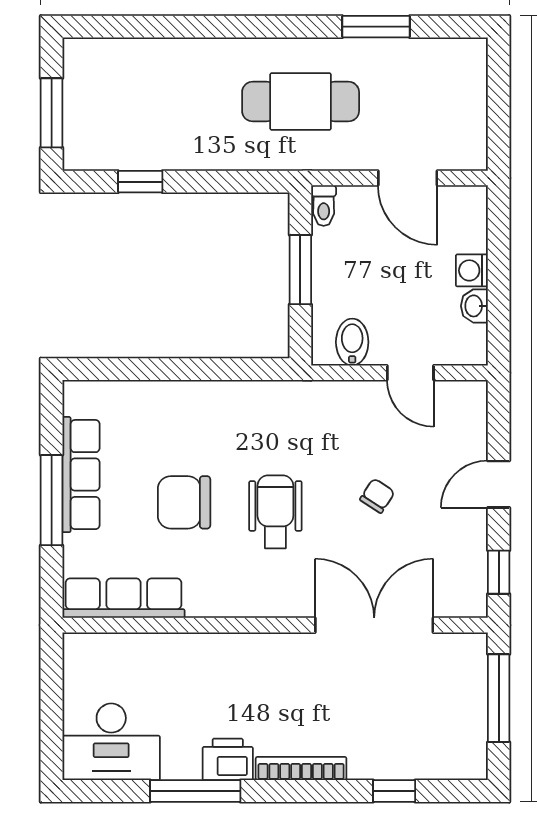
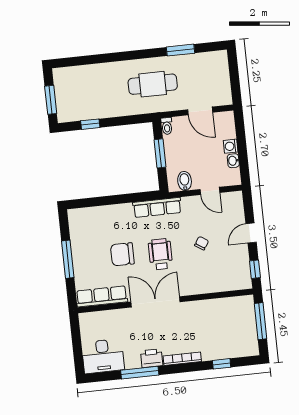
row of seats: (81, 475) -> (157, 207), moved, turned 90
double door: (374, 625) -> (155, 302), moved

